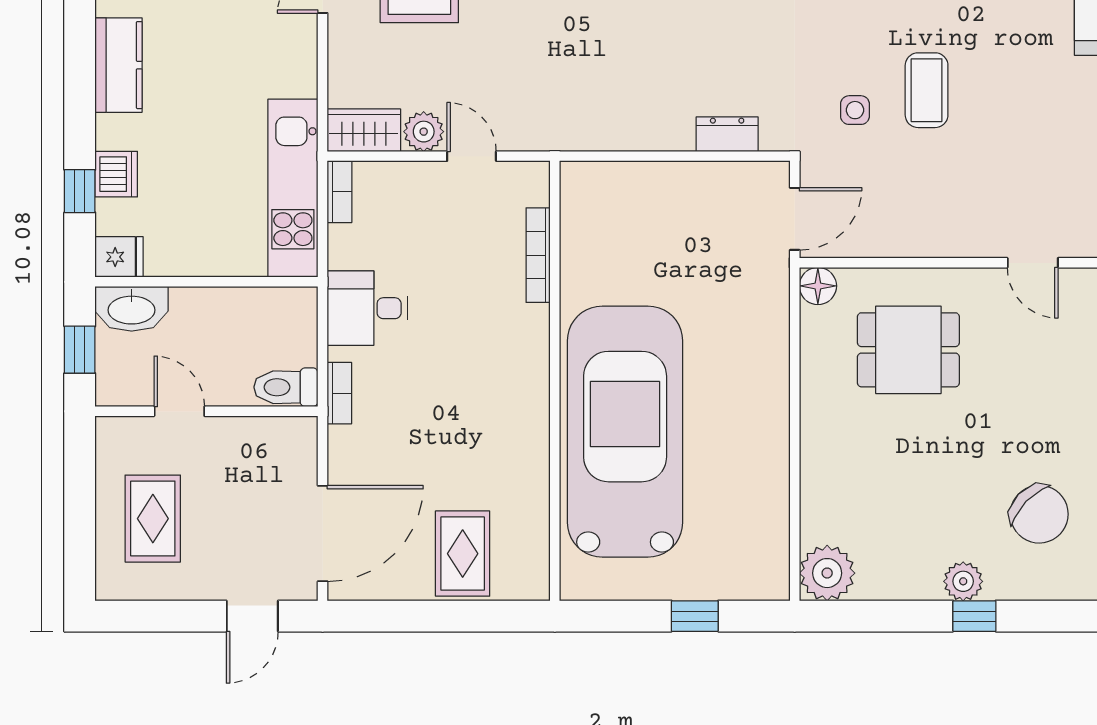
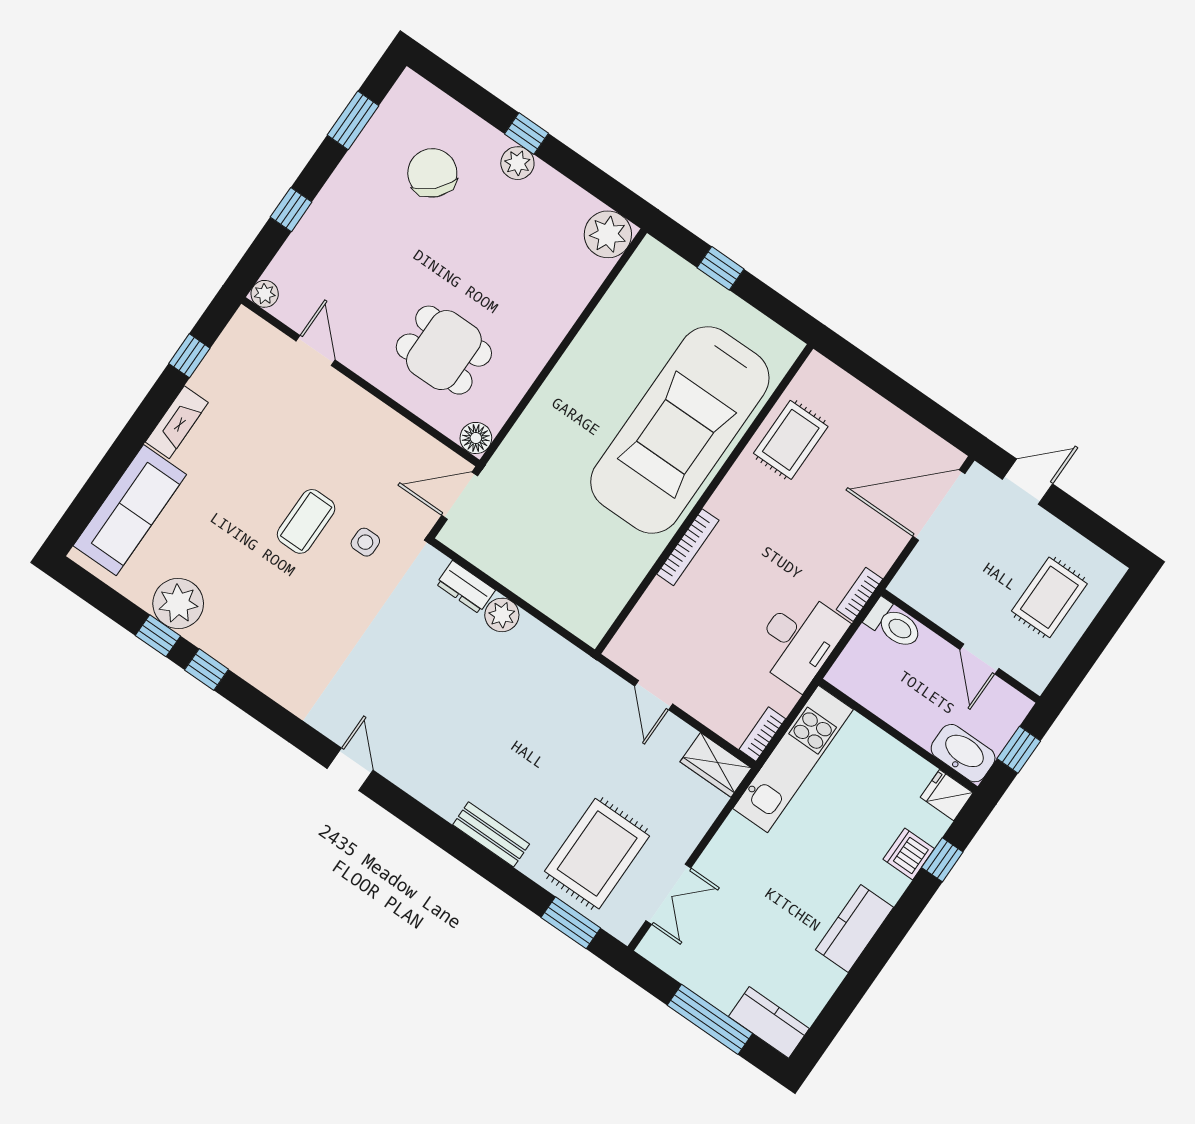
plant: (424, 132) -> (502, 615), moved
bookcase: (538, 255) -> (688, 547), moved
desk: (367, 308) -> (799, 640), width x1.37
rug: (463, 554) -> (791, 440), moved

